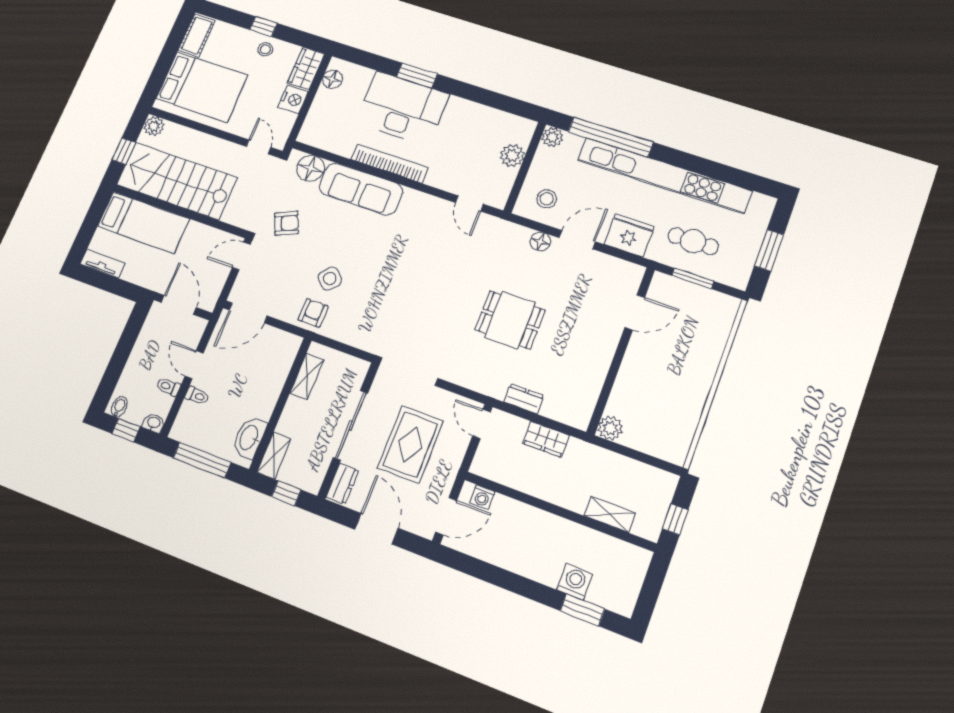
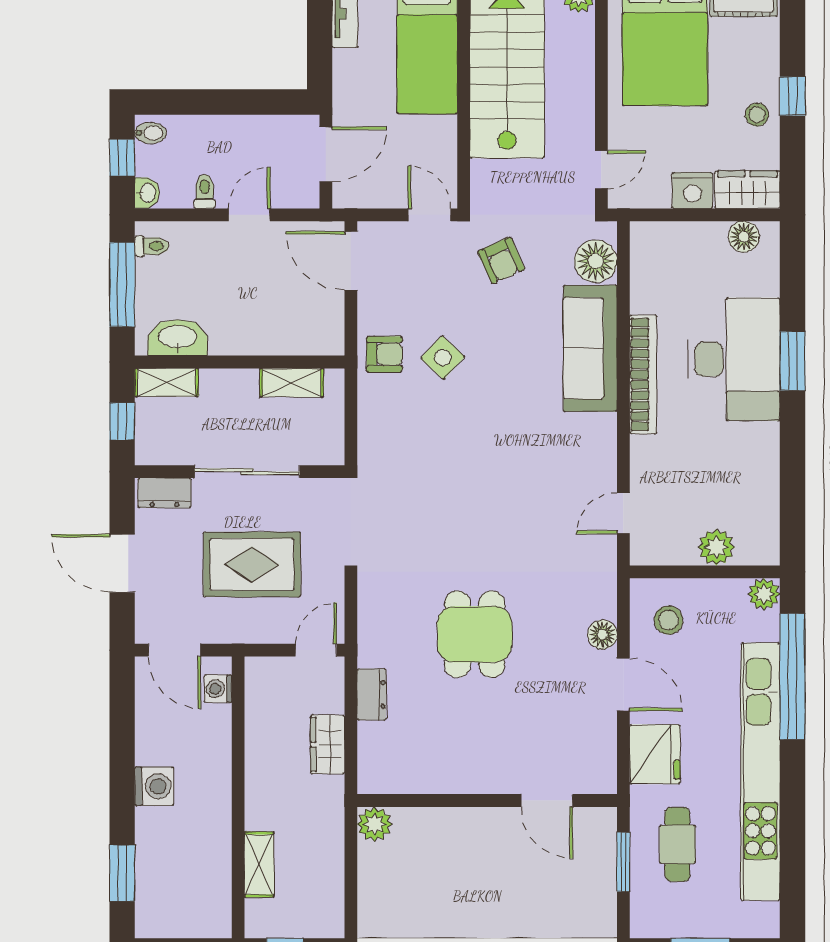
toilet: (197, 396) -> (152, 246), moved, turned -90
door: (376, 529) -> (122, 563), swing flipped
washing machine: (575, 582) -> (154, 786), moved

